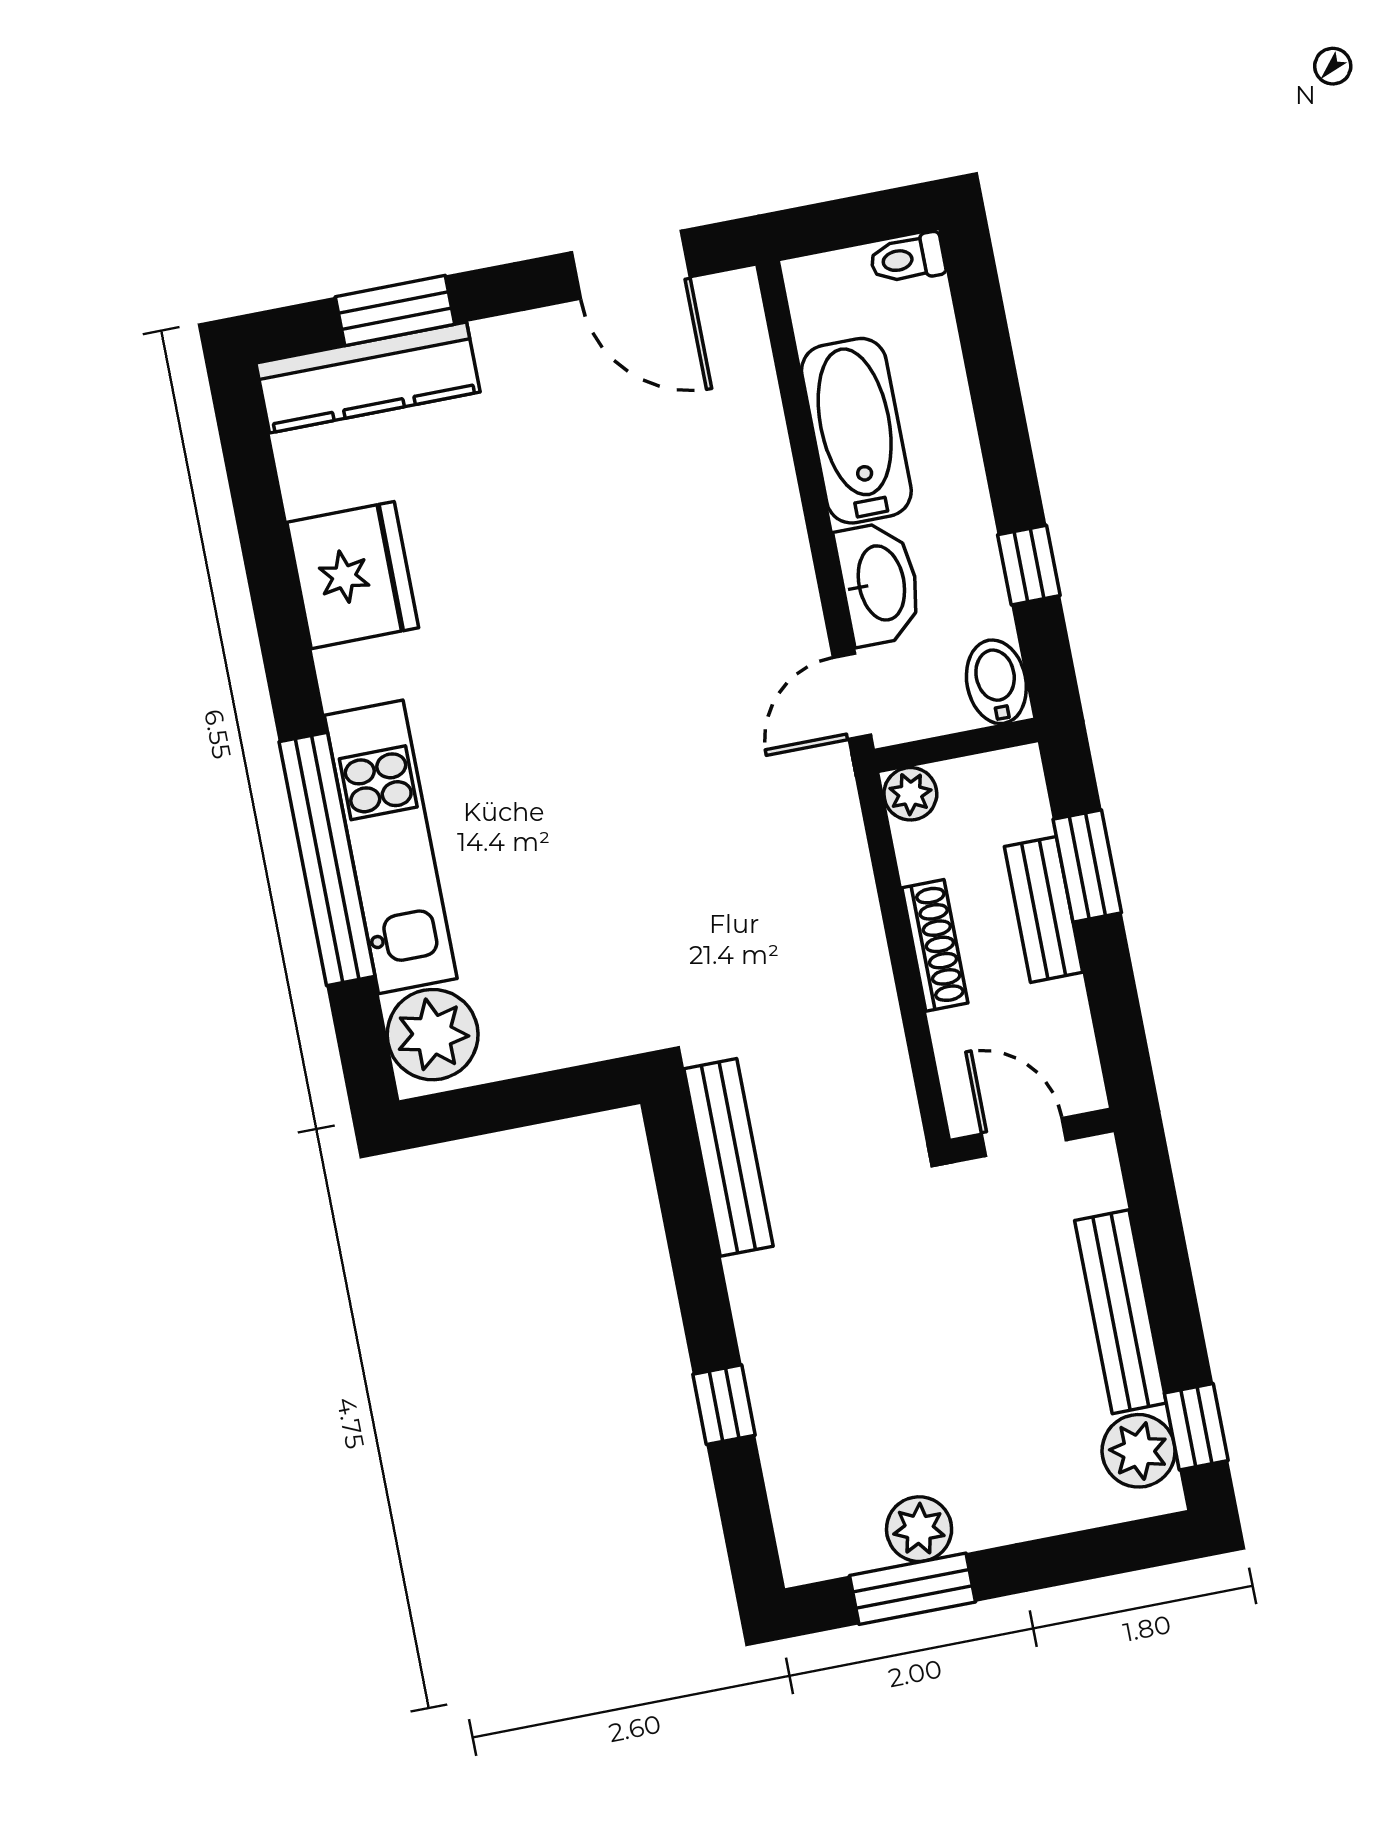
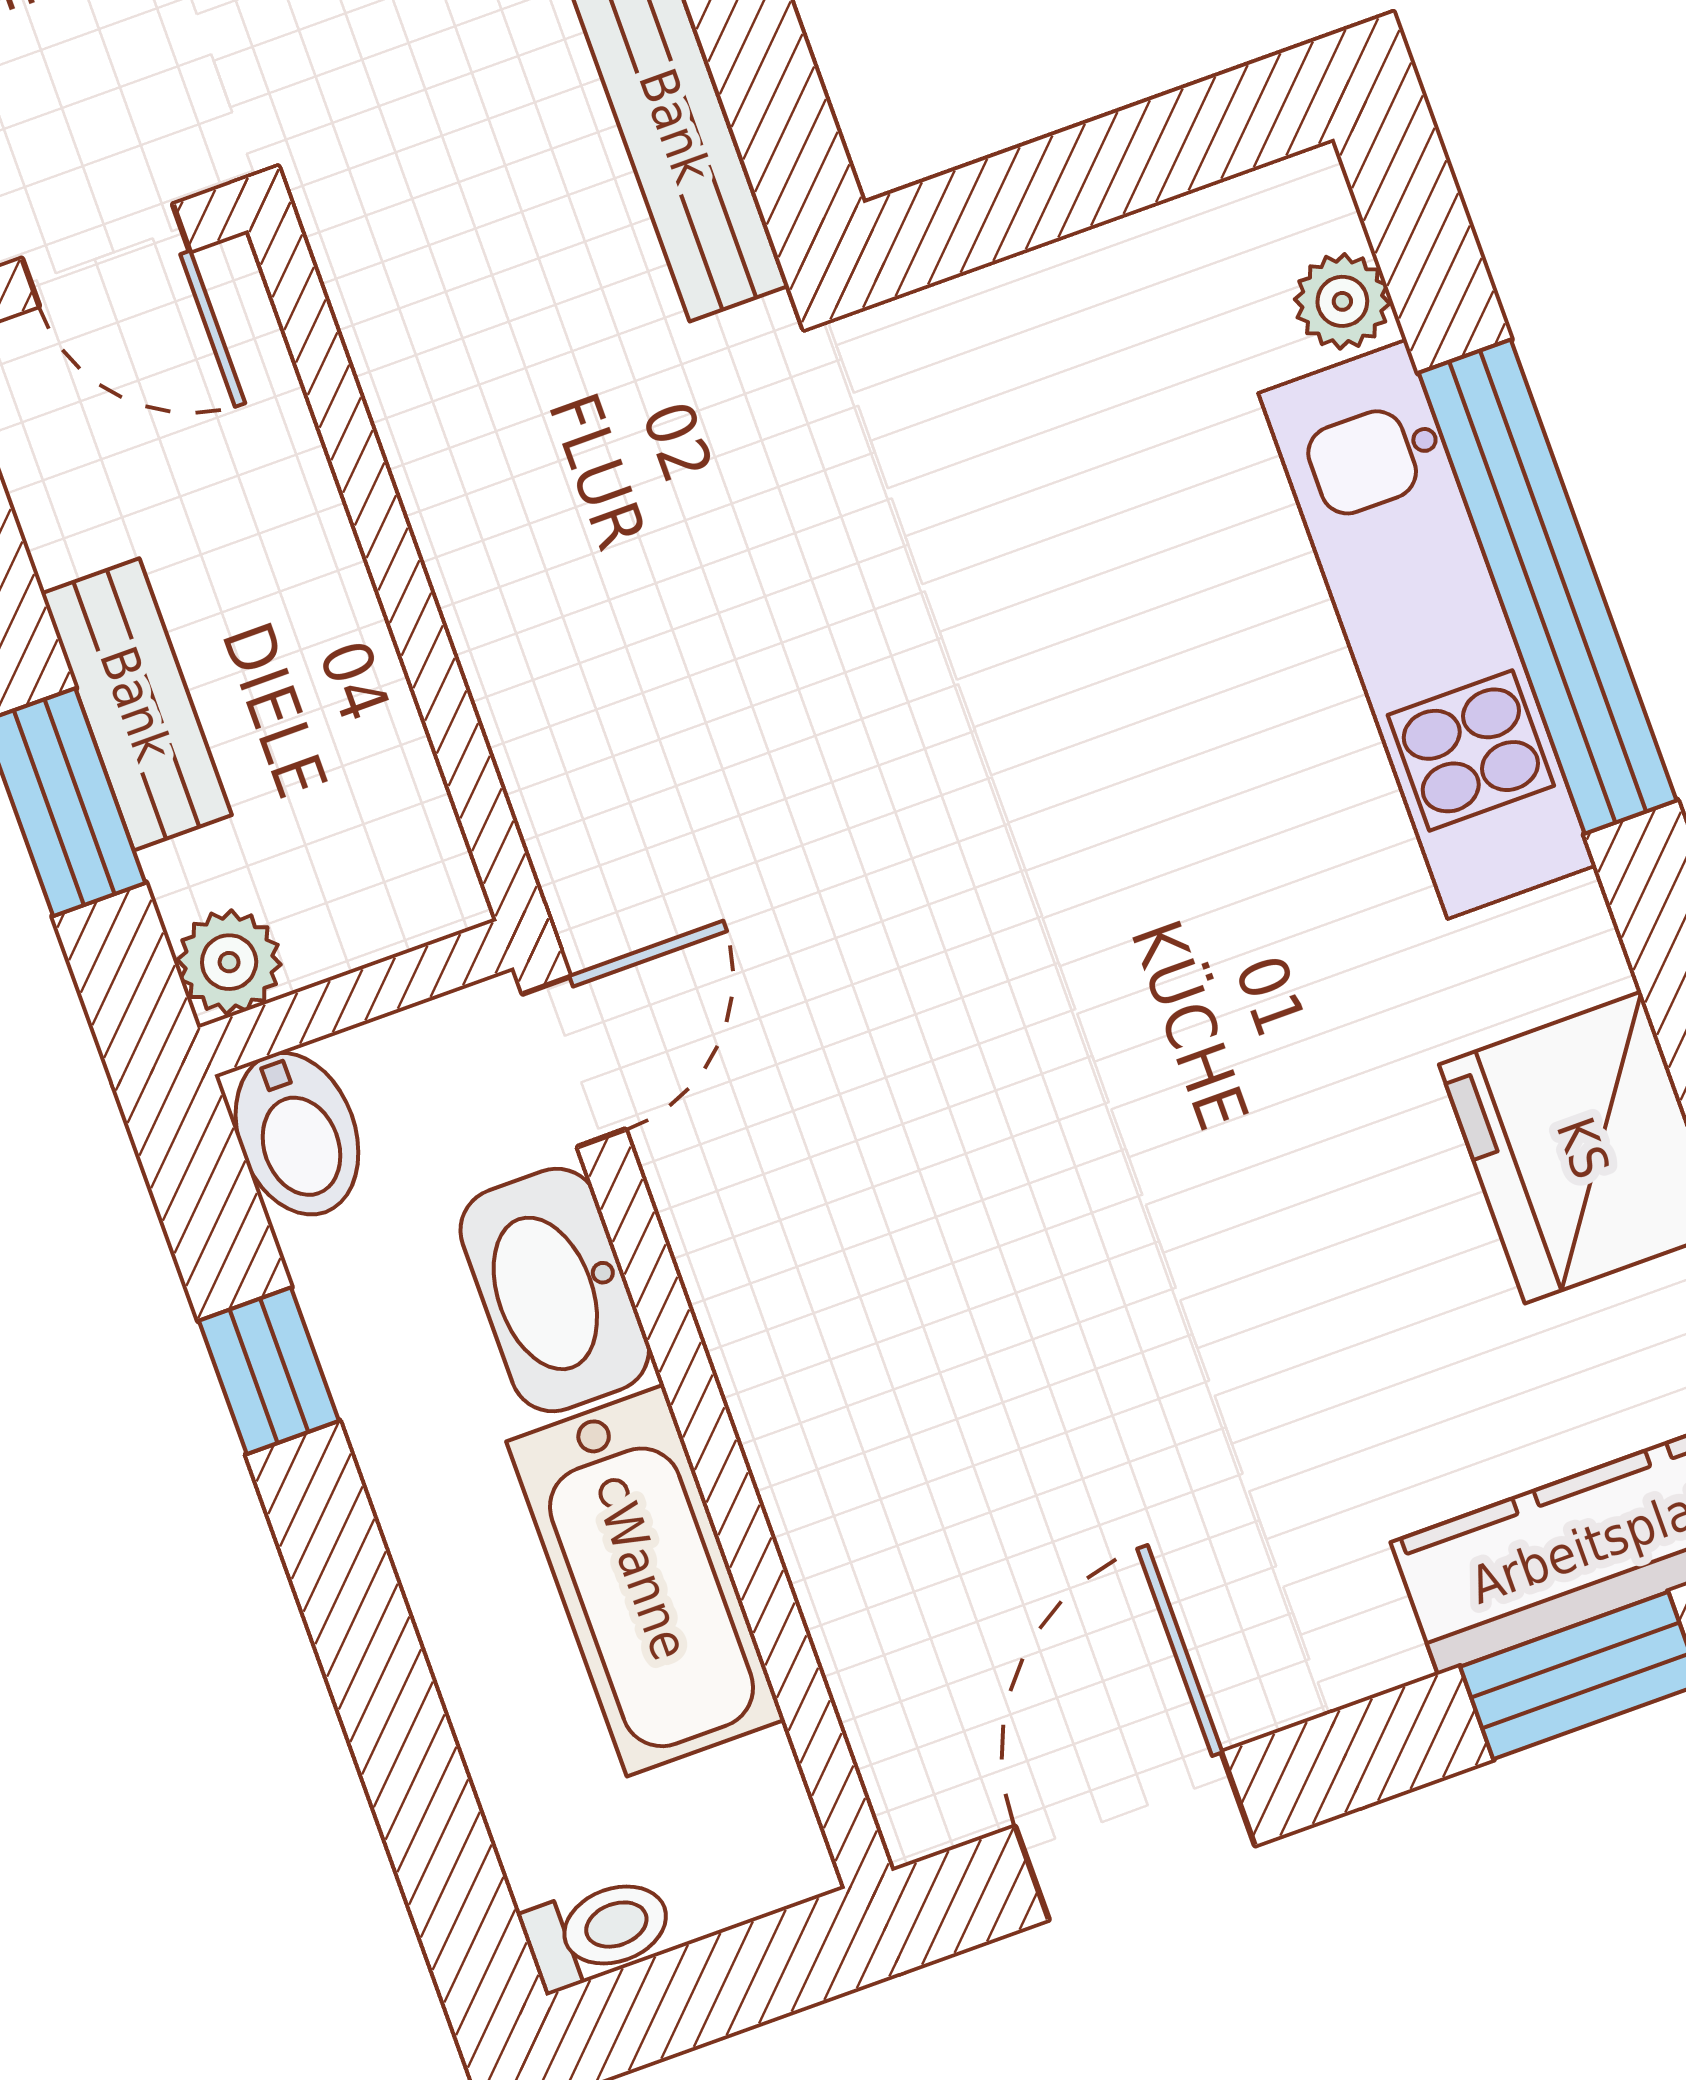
door: (631, 265) -> (1135, 1836), hinge flipped
plant: (910, 794) -> (229, 962), moved
shoe rack: (935, 945) -> (337, 602), removed
plant: (433, 1035) -> (1342, 301), width x0.53, depth x0.53

